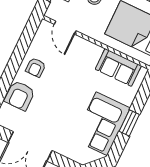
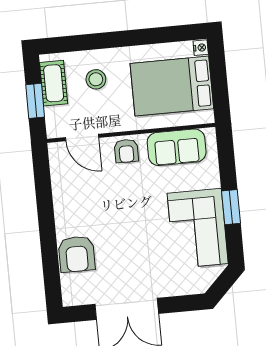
armchair: (36, 67) -> (126, 151), moved

